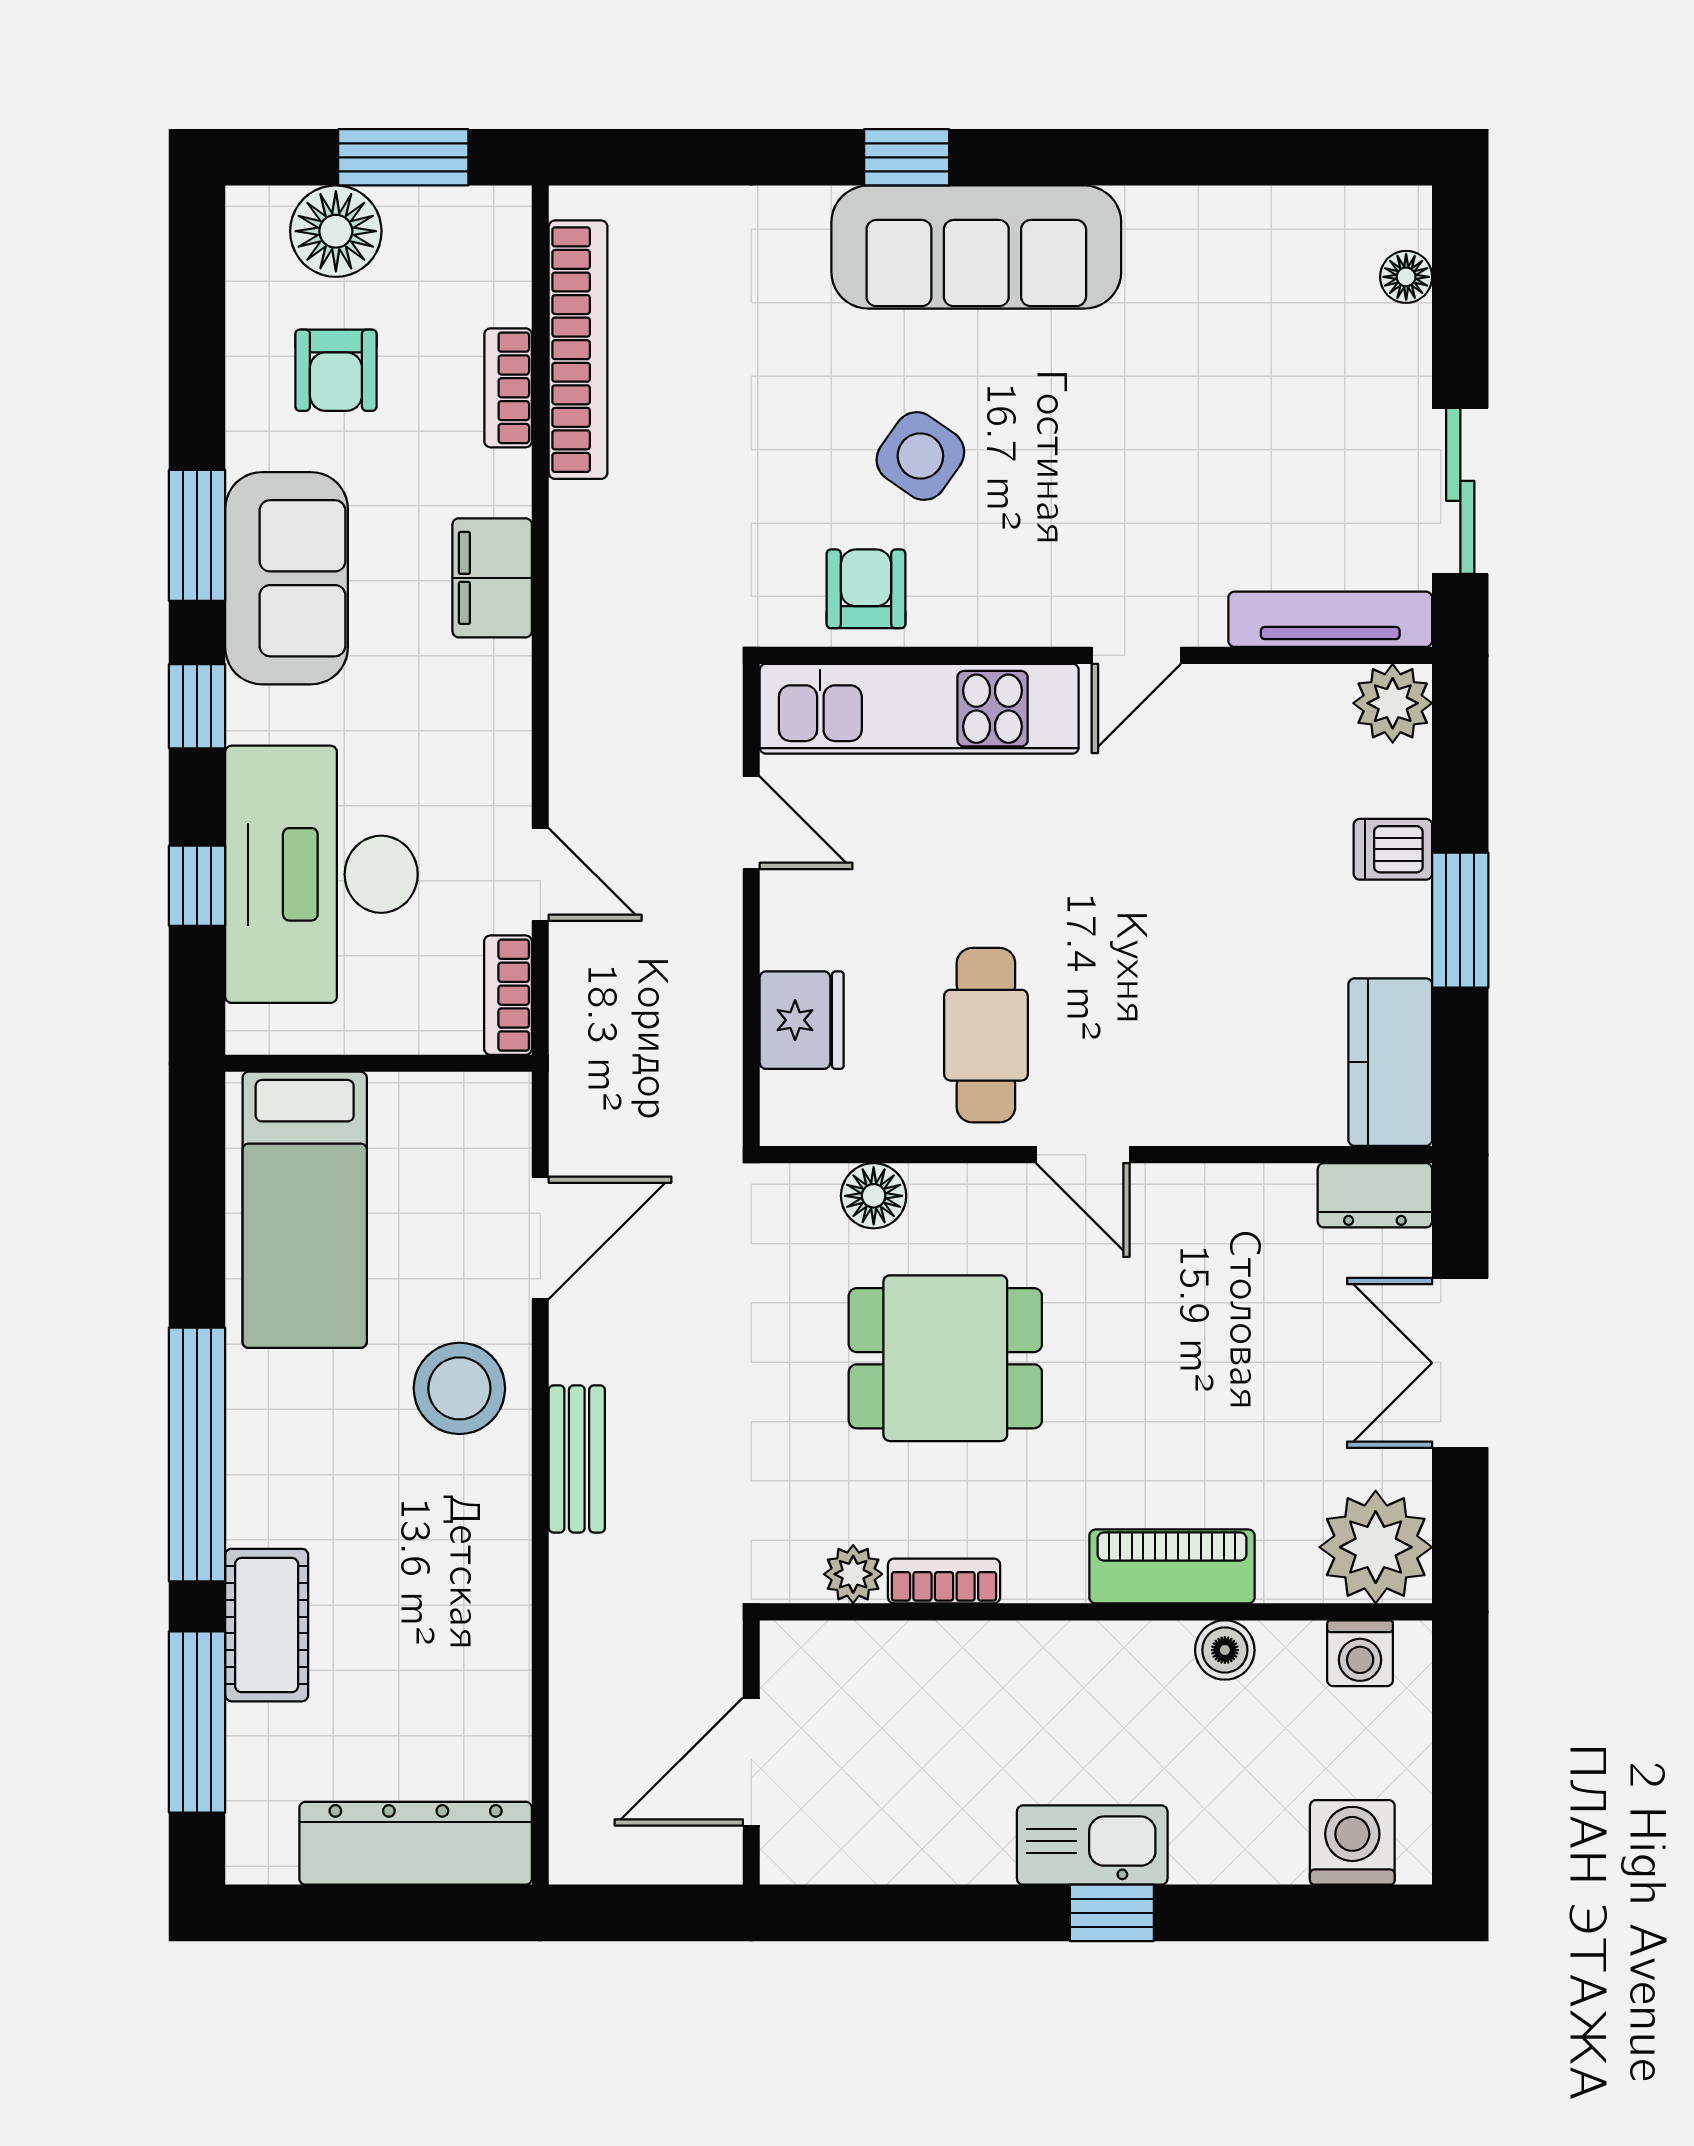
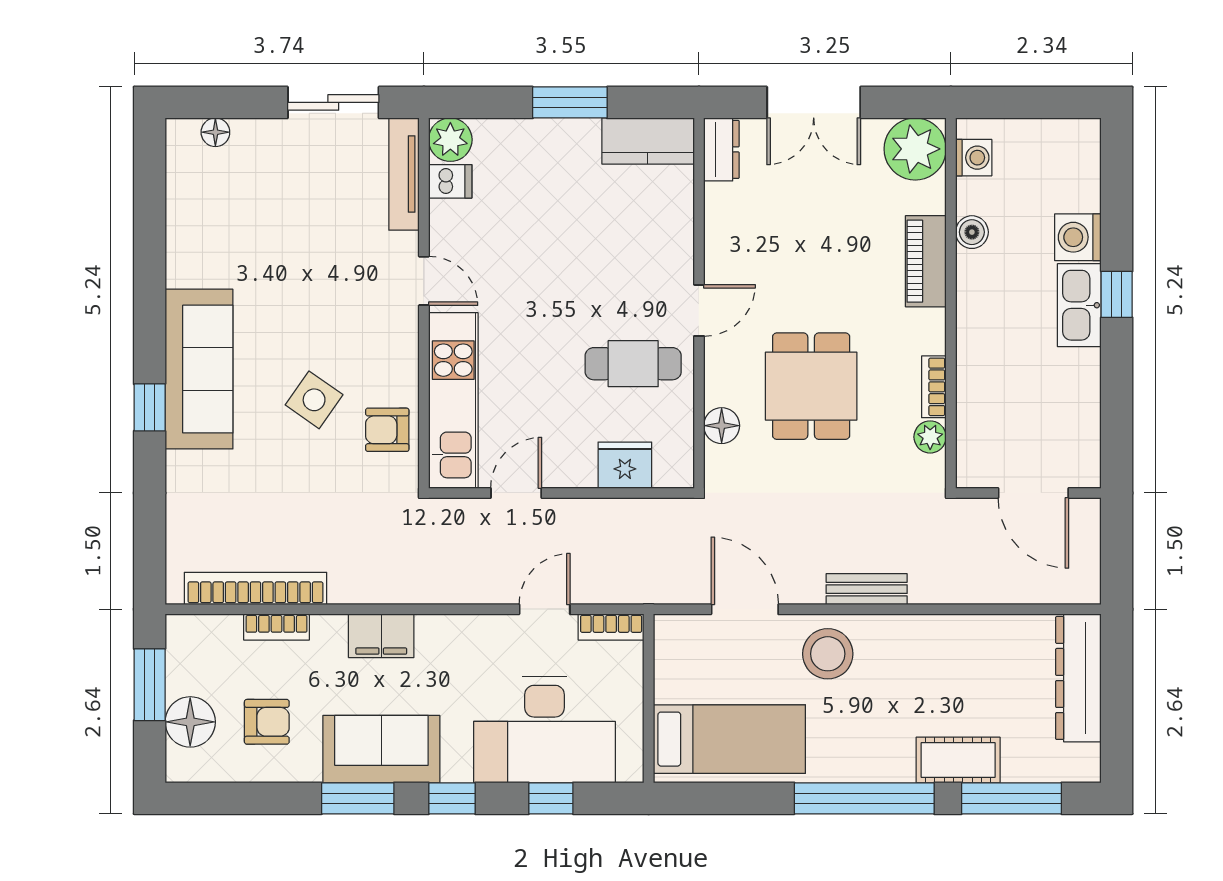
dishwasher: (1393, 849) -> (450, 181), moved, turned -90
washing machine: (1352, 1842) -> (1078, 237), moved

